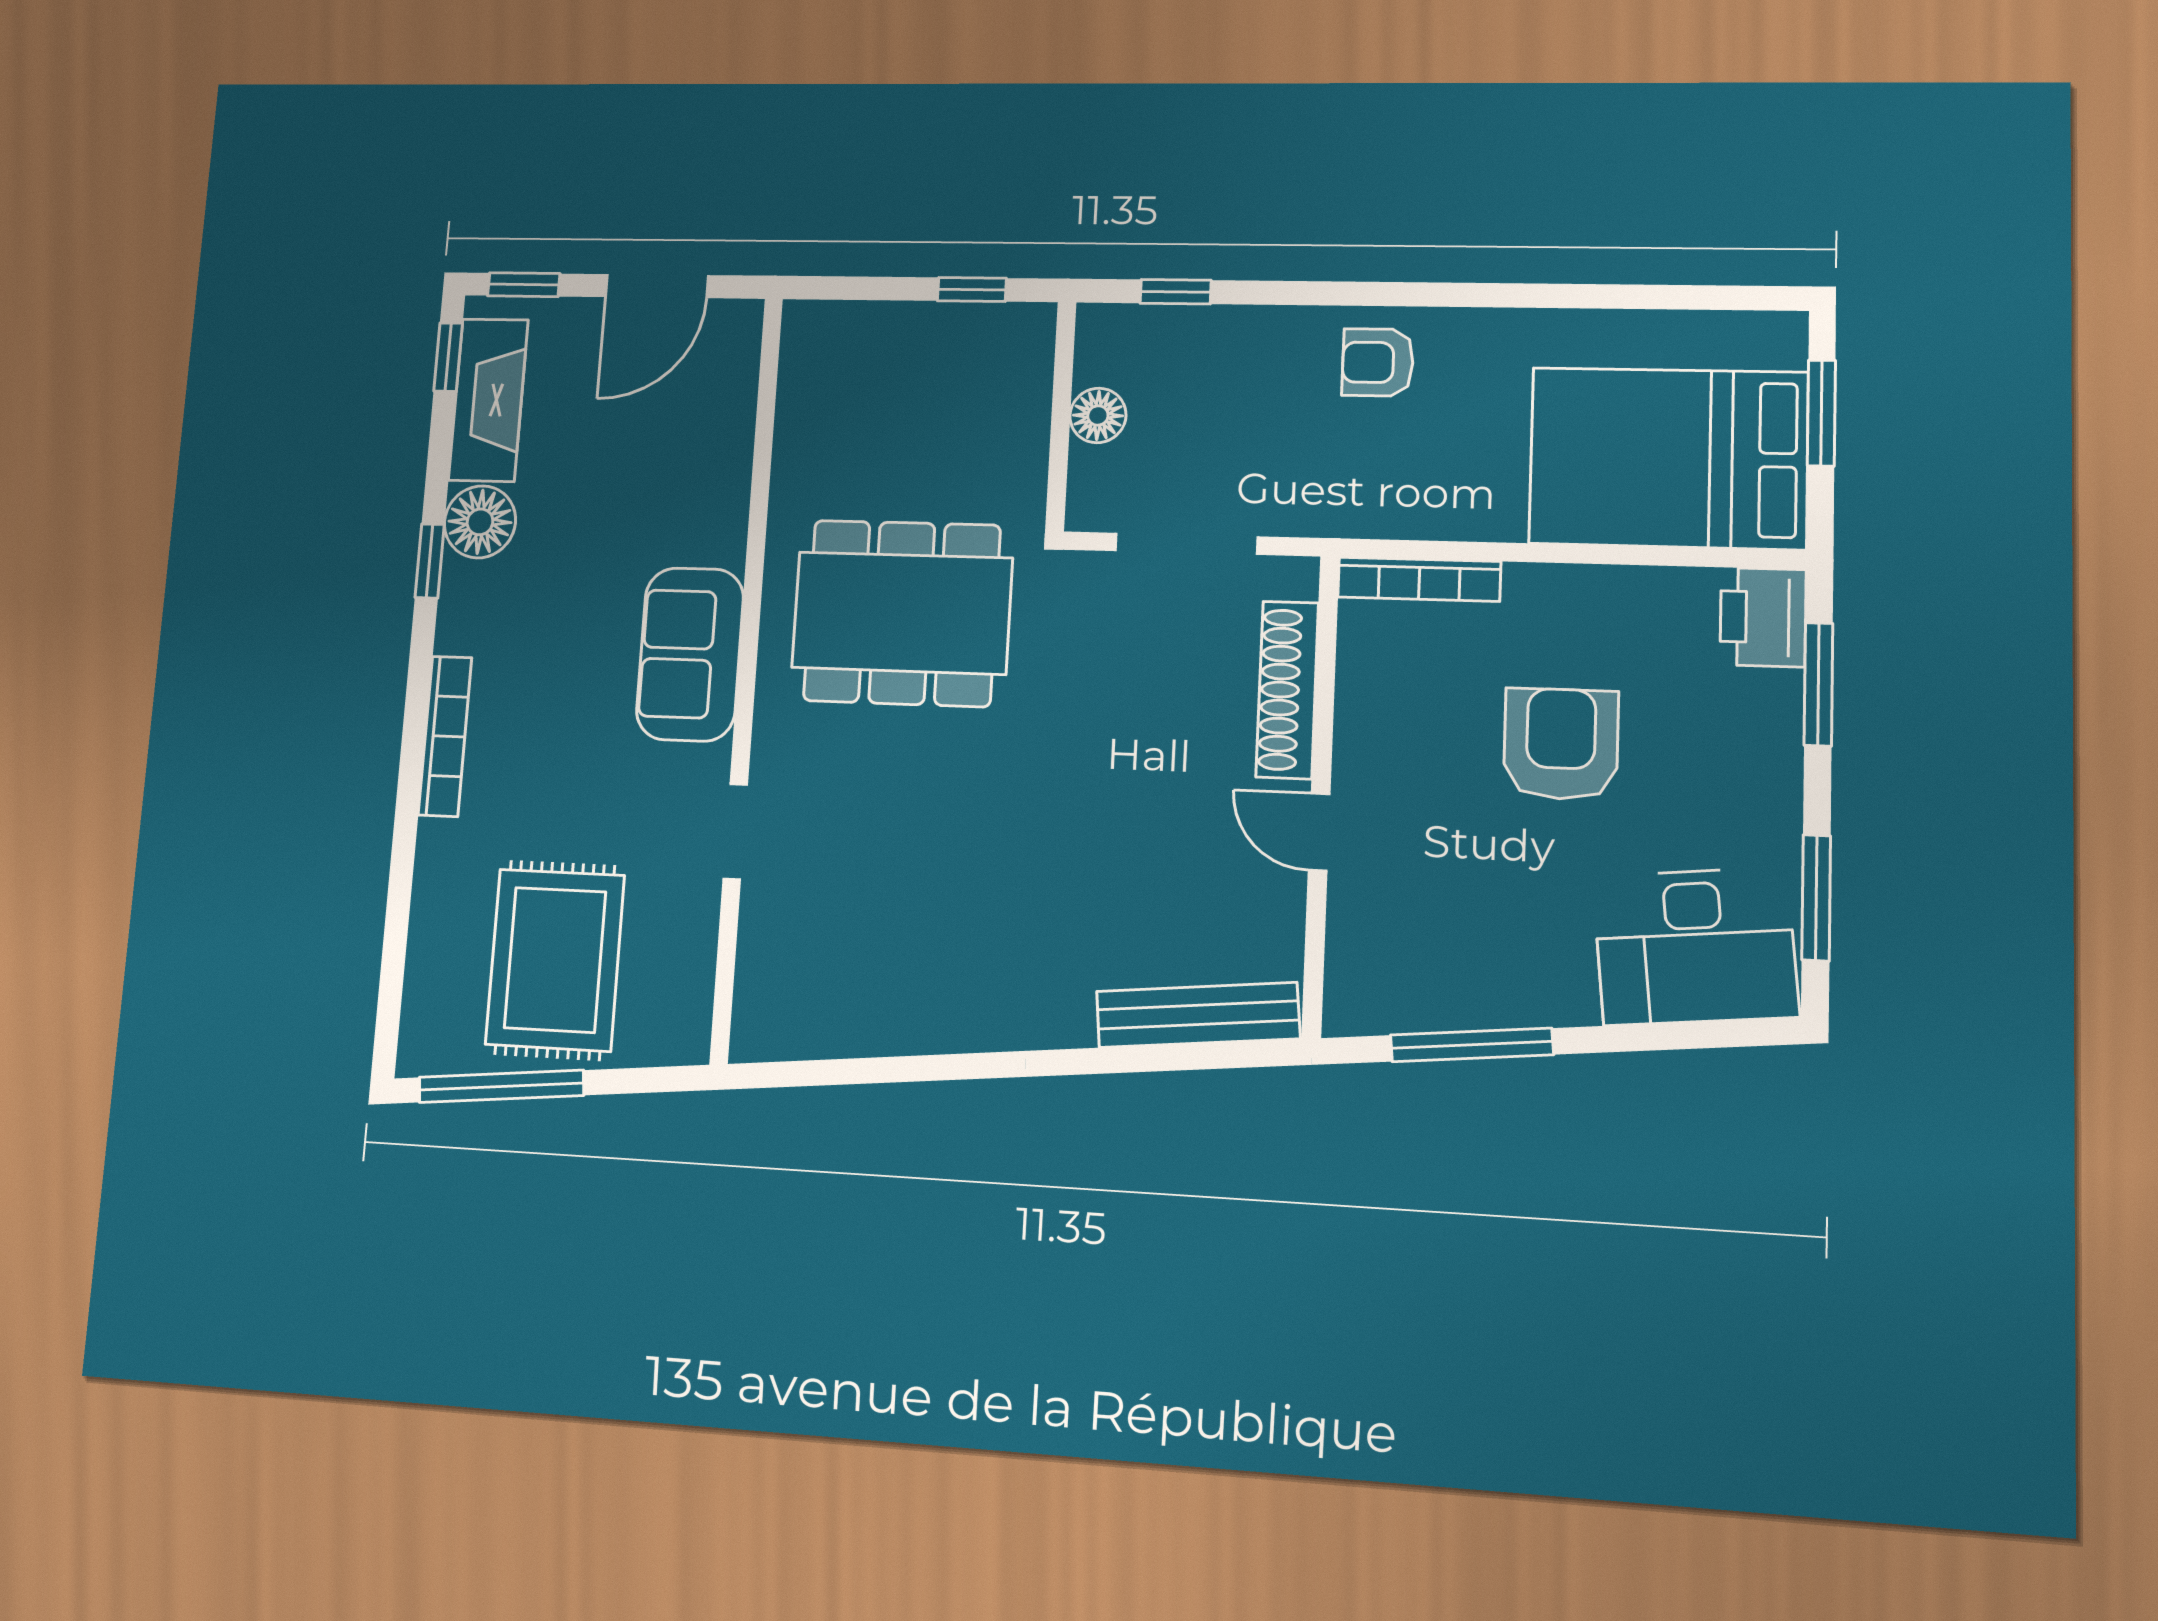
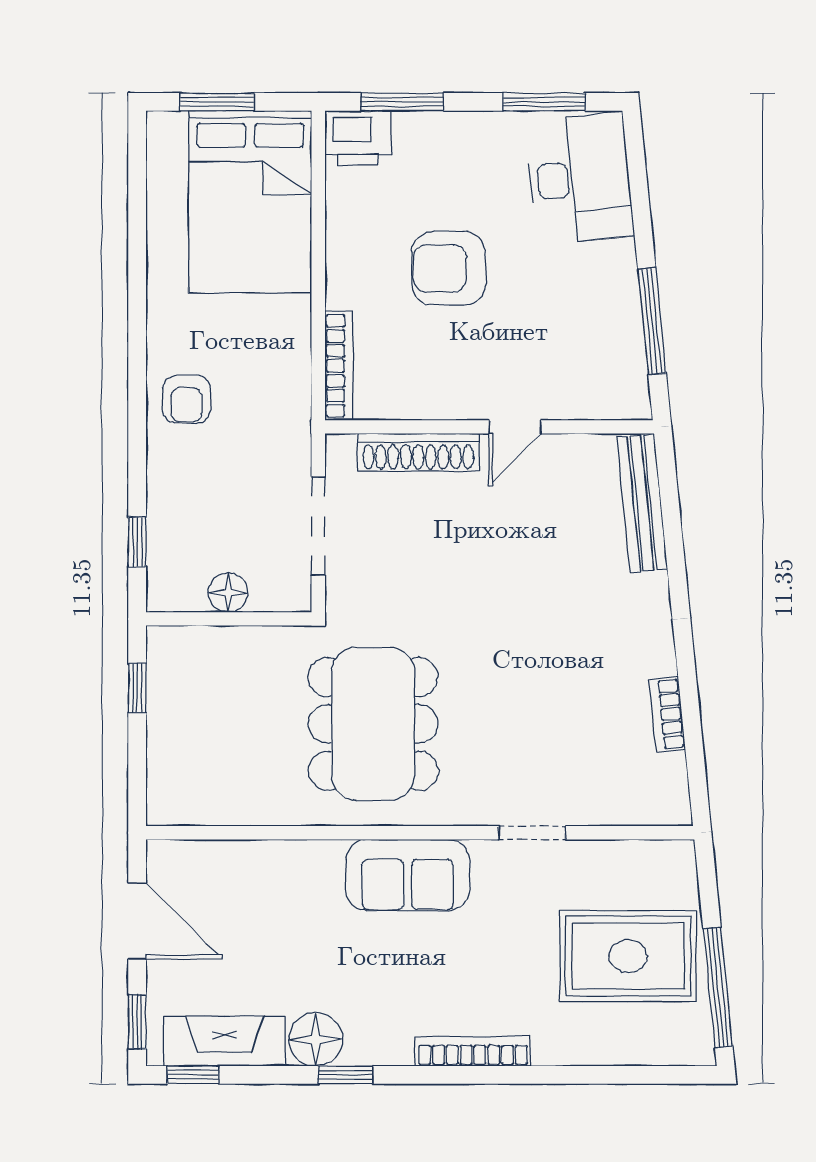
bookcase: (889, 1035) -> (667, 714), added

